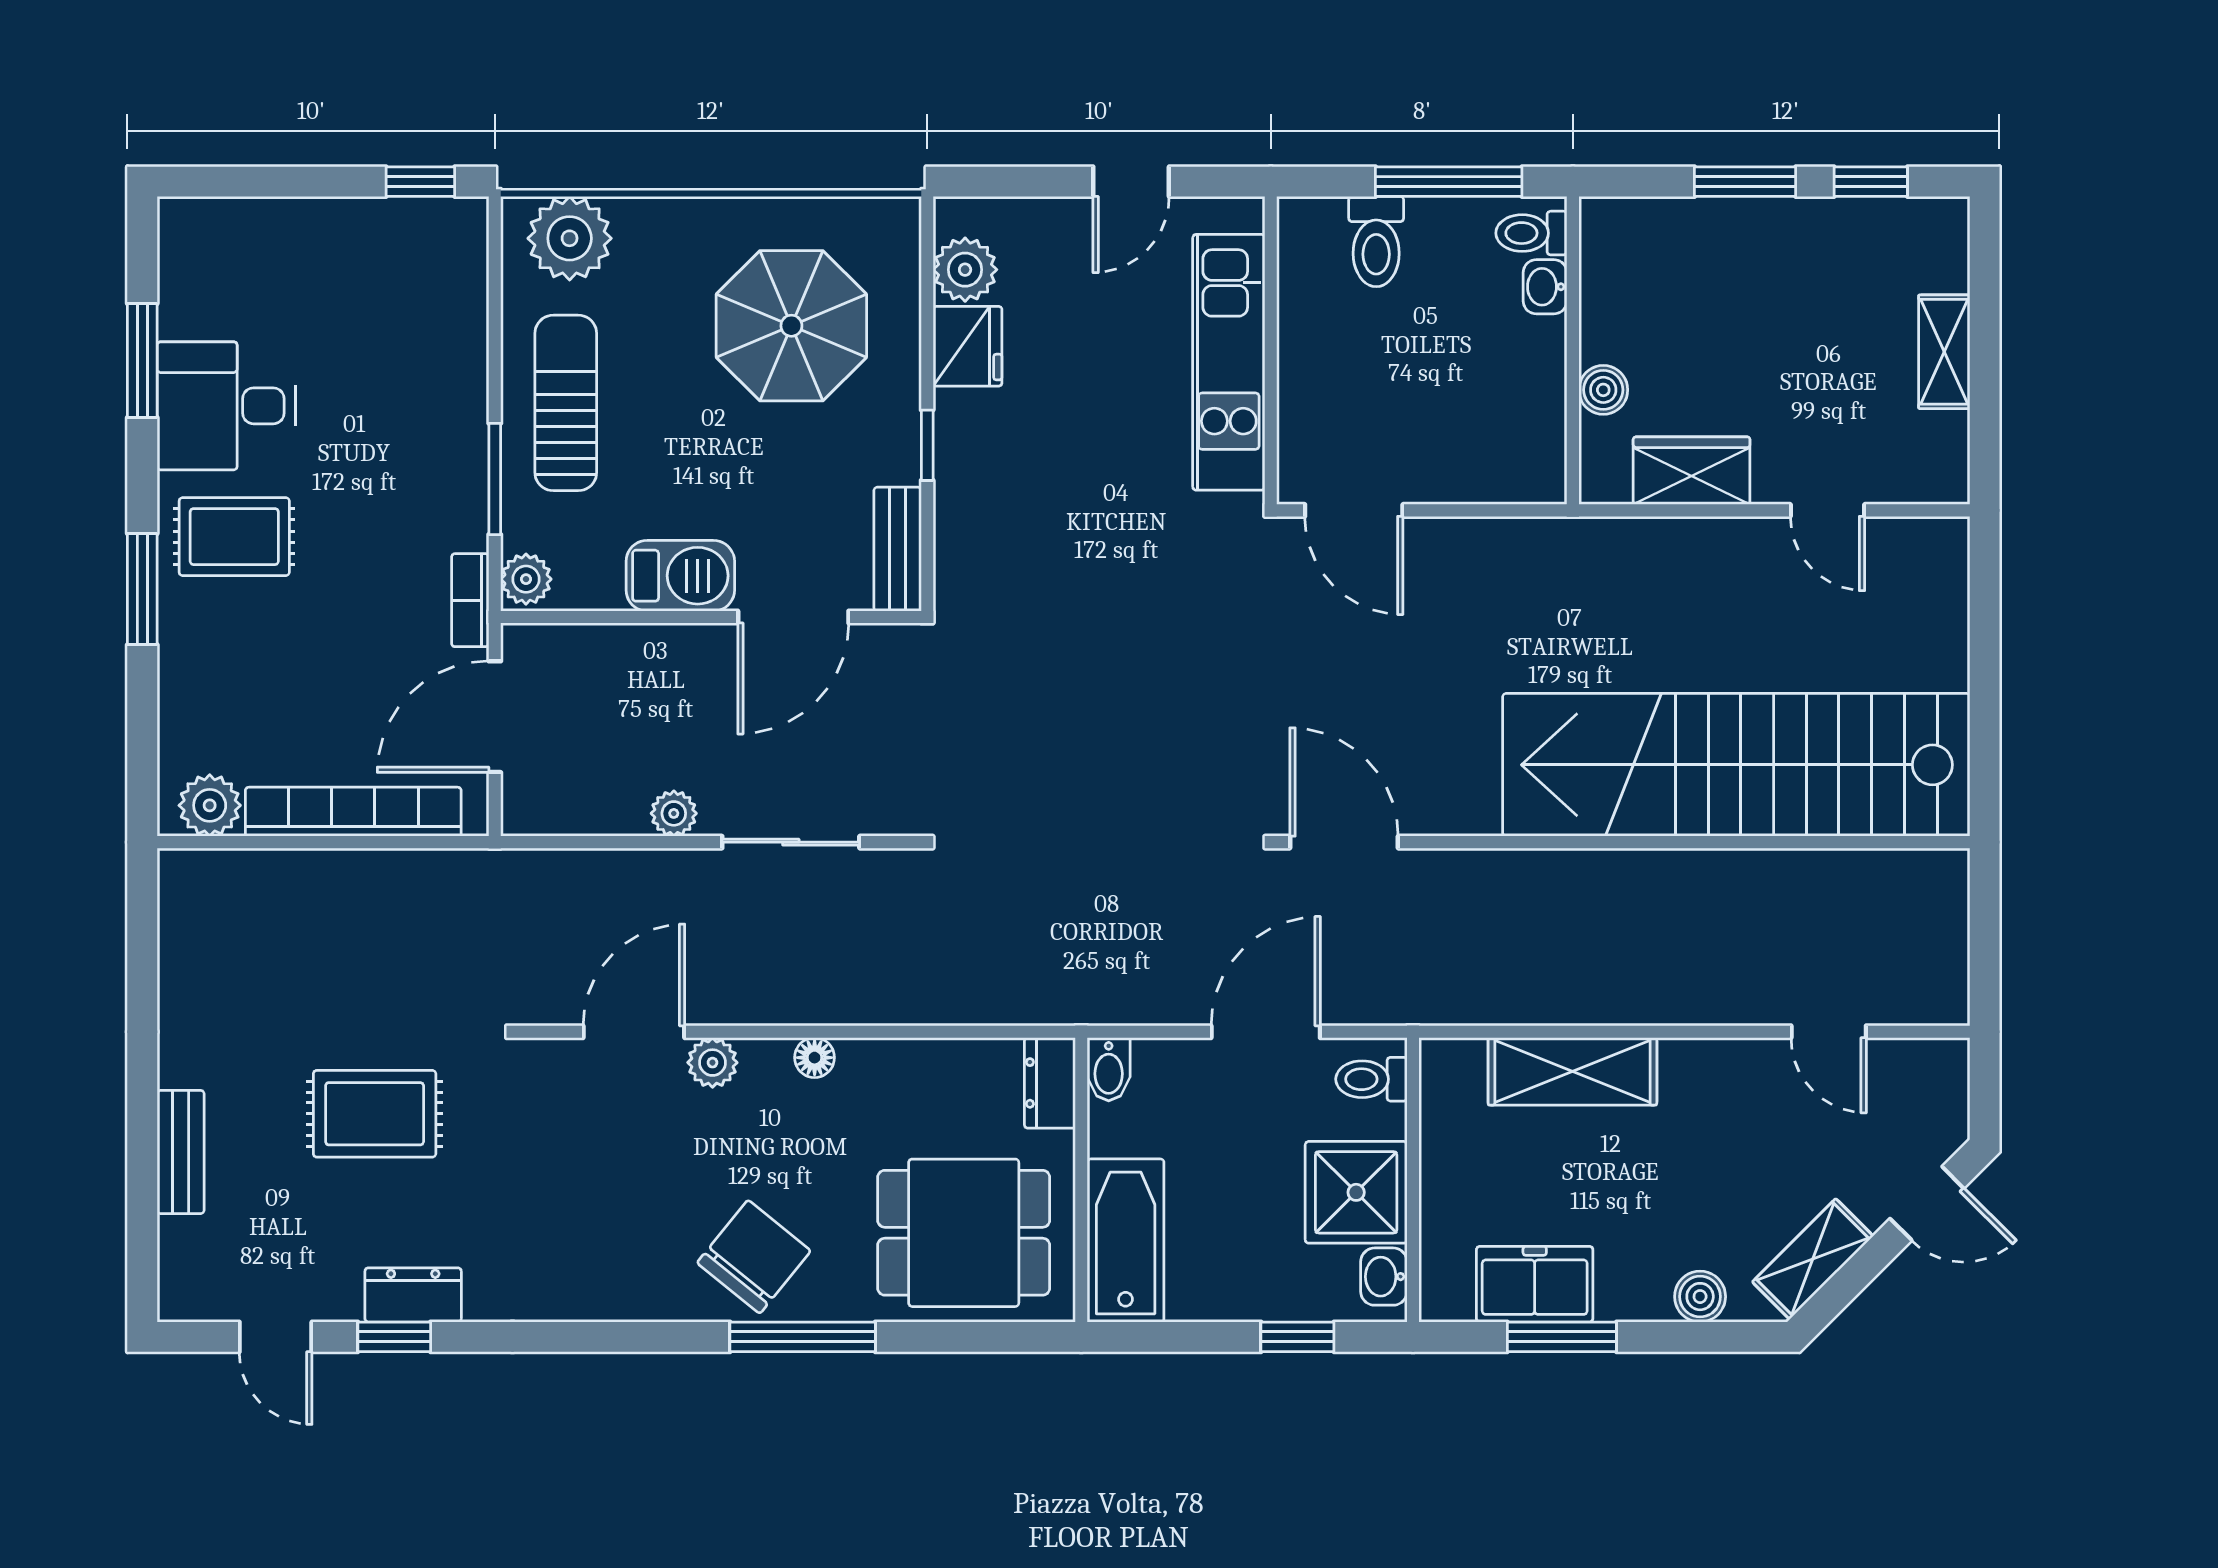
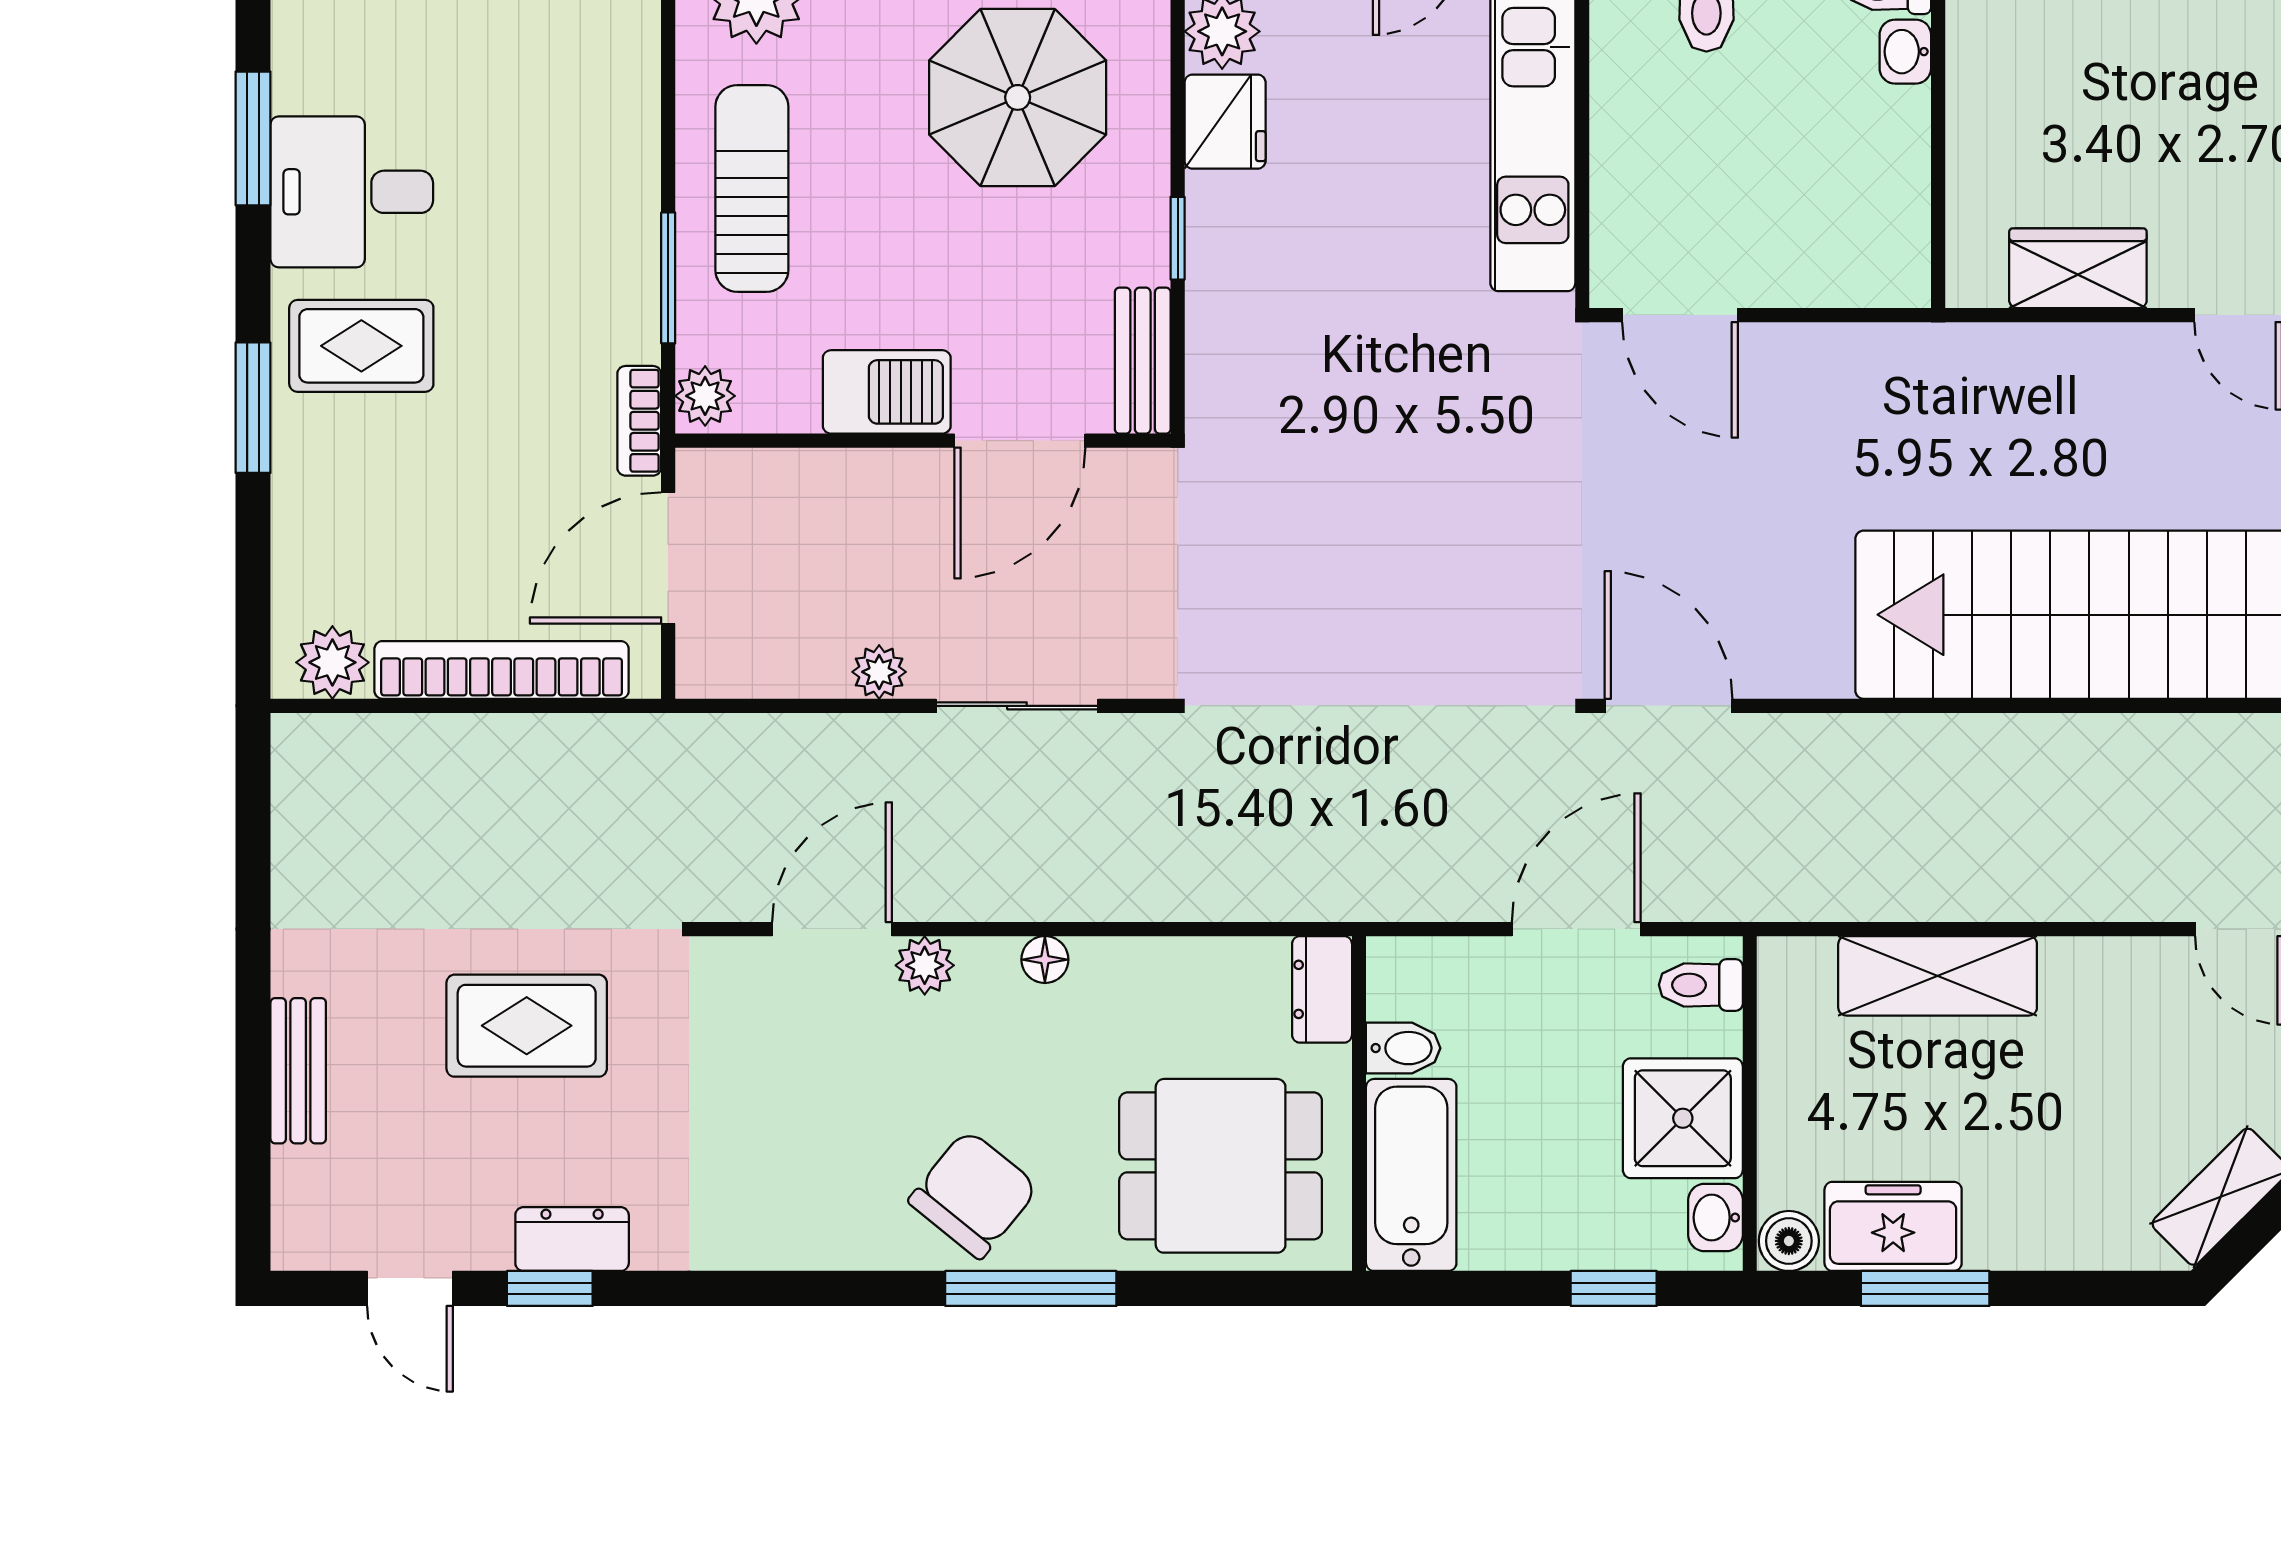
boiler: (1603, 390) -> (1974, 173), removed
bidet: (1109, 1069) -> (1403, 1048), moved, turned -90
boiler: (1700, 1297) -> (1789, 1241), moved

